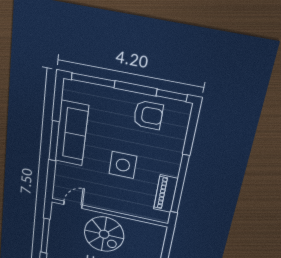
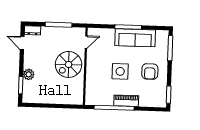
armchair: (148, 115) -> (150, 71), moved
piano: (166, 194) -> (126, 101), moved
door: (73, 205) -> (86, 42), hinge flipped

